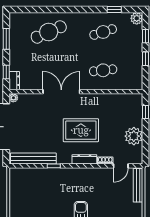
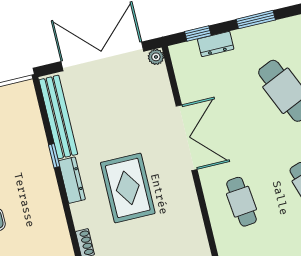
dresser: (14, 81) -> (216, 44), moved
dresser: (84, 159) -> (72, 180), moved

